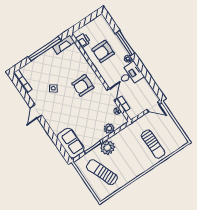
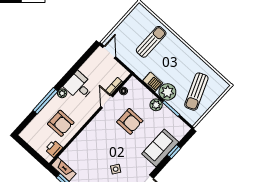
armchair: (83, 85) -> (130, 121), moved
door: (112, 95) -> (107, 102), hinge flipped
plant: (109, 129) -> (156, 105), moved
barbecue: (119, 137) -> (153, 82), added
window: (56, 141) -> (174, 152), added
sofa: (71, 143) -> (160, 148), moved

